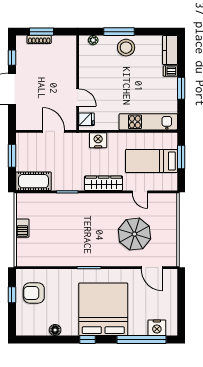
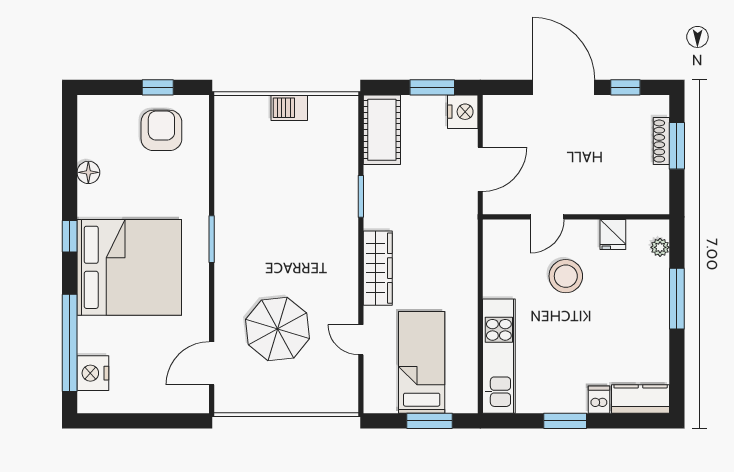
stool: (126, 48) -> (566, 276), moved
fridge: (87, 119) -> (613, 234), moved
nightstand: (98, 140) -> (463, 112), moved
door: (140, 192) -> (361, 340), hinge flipped

